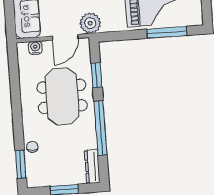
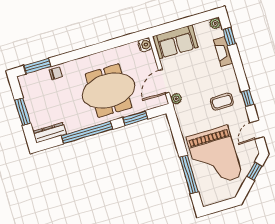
plant: (90, 23) -> (176, 99), width x0.53, depth x0.53
door: (65, 37) -> (164, 81), hinge flipped
water cooler: (35, 48) -> (145, 45), moved

